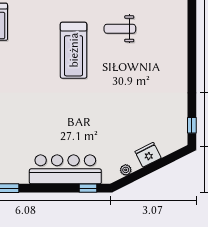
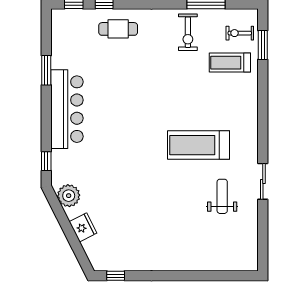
bar counter: (65, 169) -> (67, 109), moved
plant: (126, 170) -> (69, 196), width x1.87, depth x1.87

